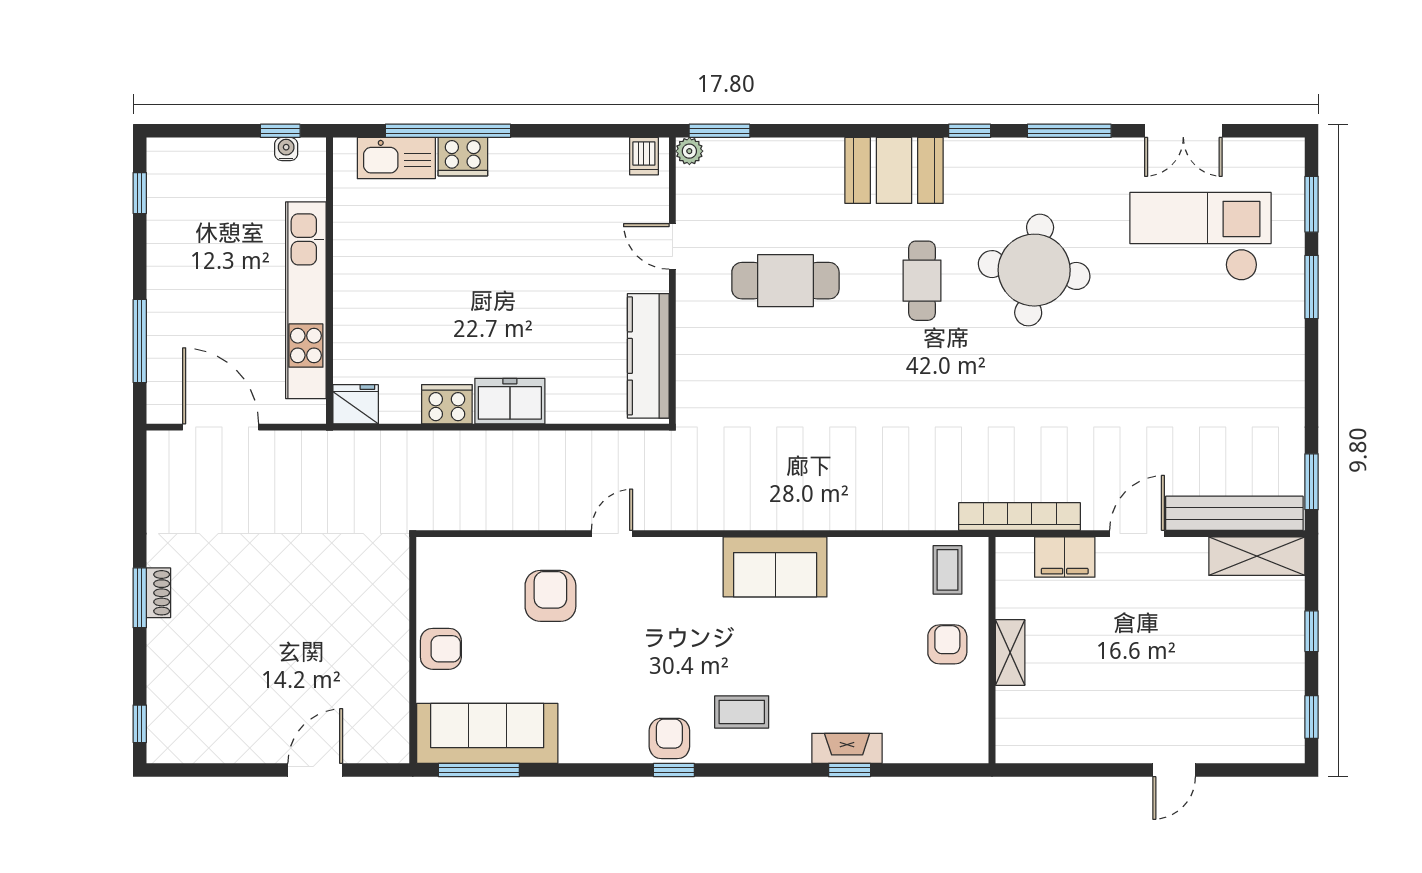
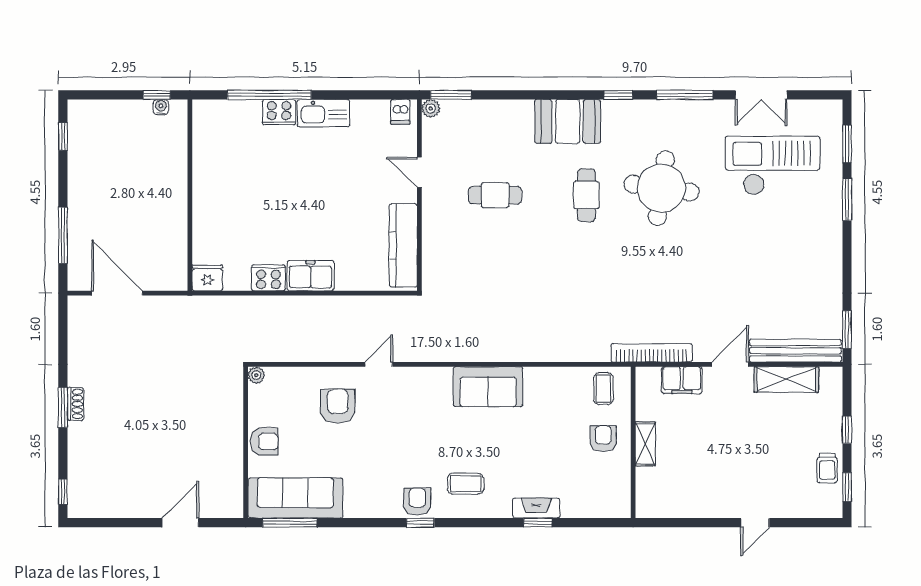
kitchen sink: (396, 158) -> (324, 113), moved
cafe table: (785, 281) -> (495, 195), width x0.73, depth x0.74
kitchen unit: (306, 300) -> (174, 208), removed
plant: (429, 550) -> (256, 375), added
shelving: (1257, 556) -> (786, 379), moved
trolley: (1282, 688) -> (827, 468), added

